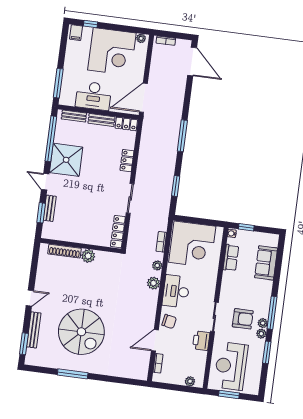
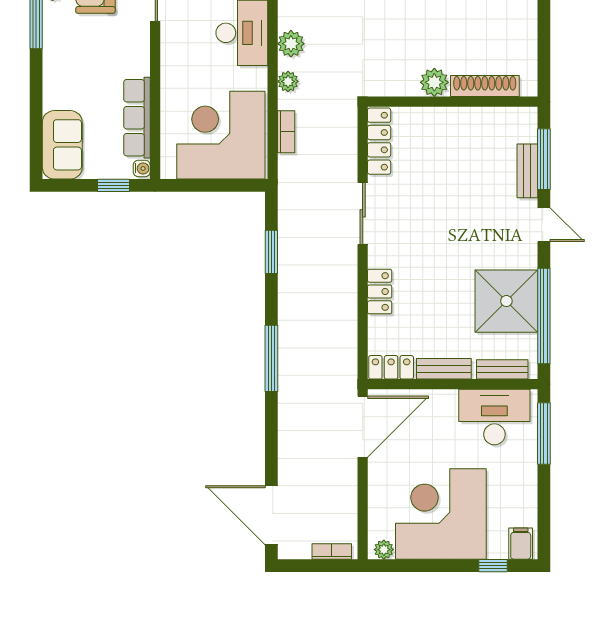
desk: (94, 96) -> (494, 417), moved
shower: (66, 160) -> (506, 301), moved
window: (41, 213) -> (544, 159), width x1.44
row of seats: (231, 258) -> (137, 118), width x1.48
sofa: (266, 263) -> (62, 145), moved

